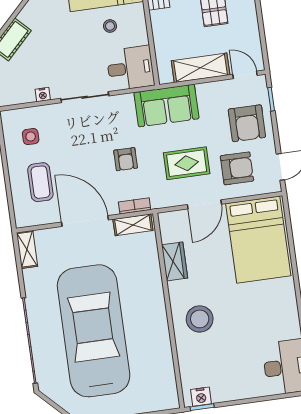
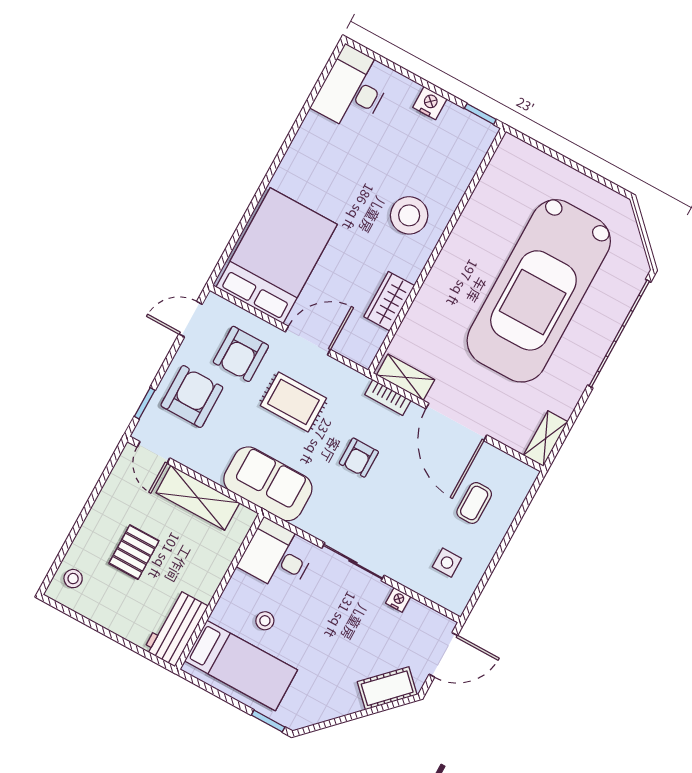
armchair: (126, 159) -> (359, 458), turned 180
armchair: (237, 168) -> (241, 354), turned -90
coffee table: (40, 182) -> (474, 503), width x0.73, depth x0.77
nightstand: (201, 397) -> (430, 103), moved

